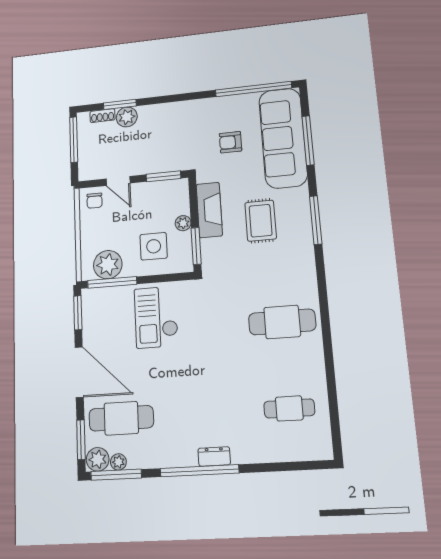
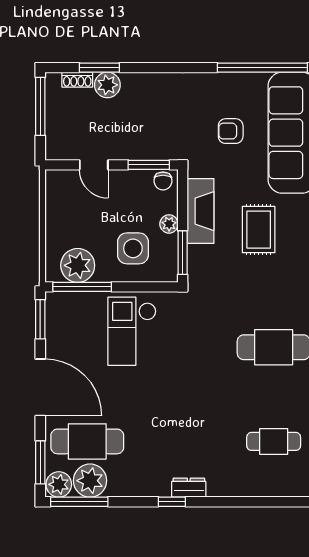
chair: (95, 201) -> (163, 181), moved
plant: (118, 462) -> (90, 481), width x1.88, depth x1.88
window: (199, 471) -> (172, 502), width x0.32

